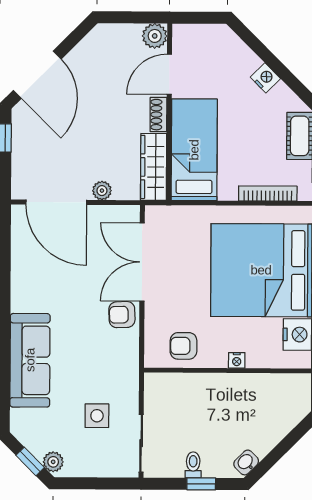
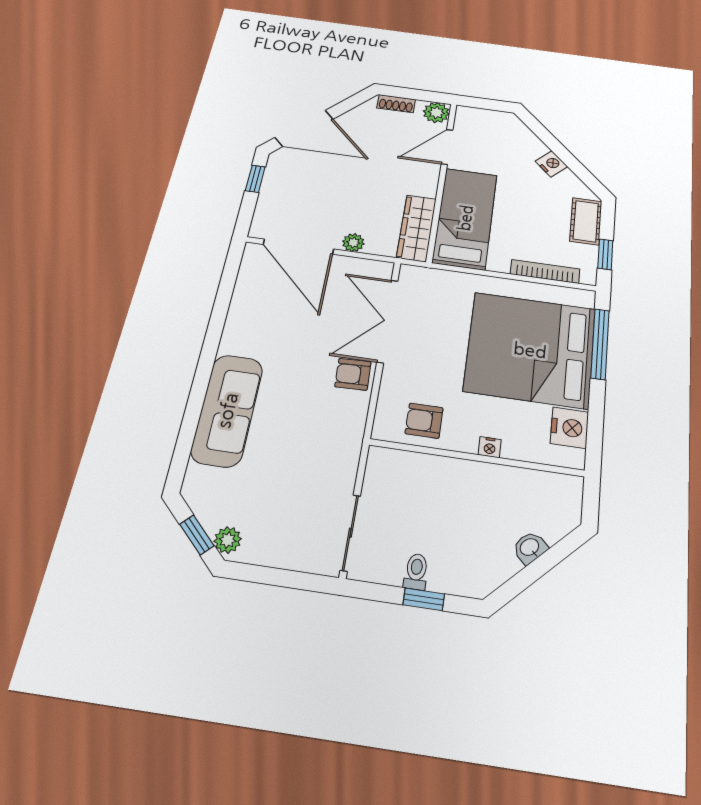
door: (37, 75) -> (304, 128), hinge flipped
shoe rack: (158, 115) -> (396, 104), moved, turned -90
side table: (97, 416) -> (298, 489), removed
washbasin: (246, 462) -> (530, 548), moved

